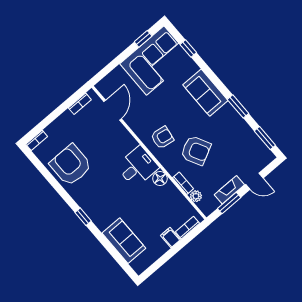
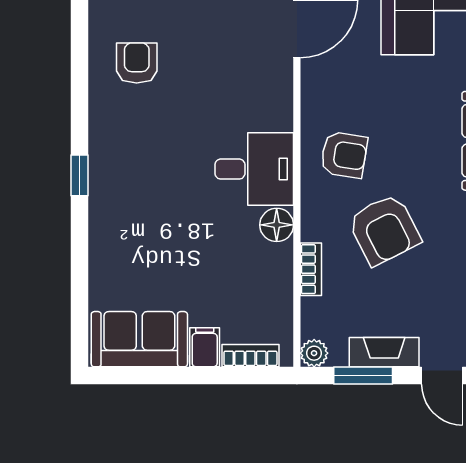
armchair: (71, 165) -> (137, 63), width x0.53, depth x0.53
plant: (196, 196) -> (314, 353), moved
sofa: (124, 241) -> (139, 339), moved, turned -90

